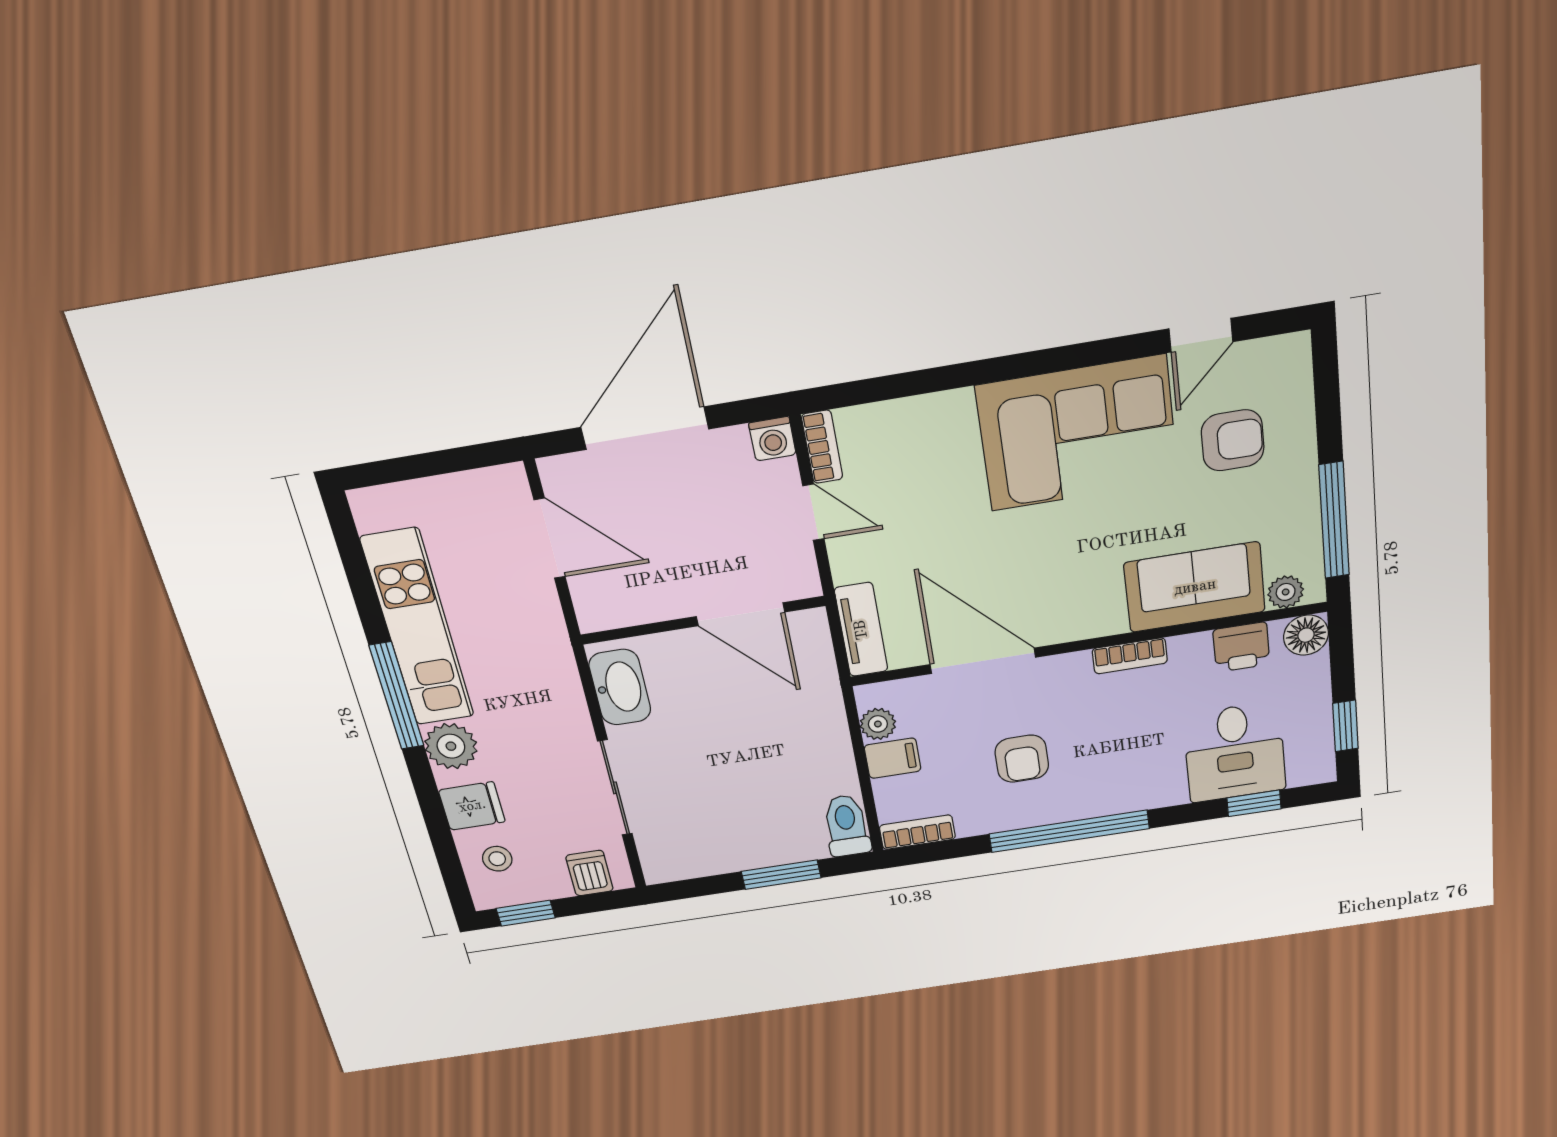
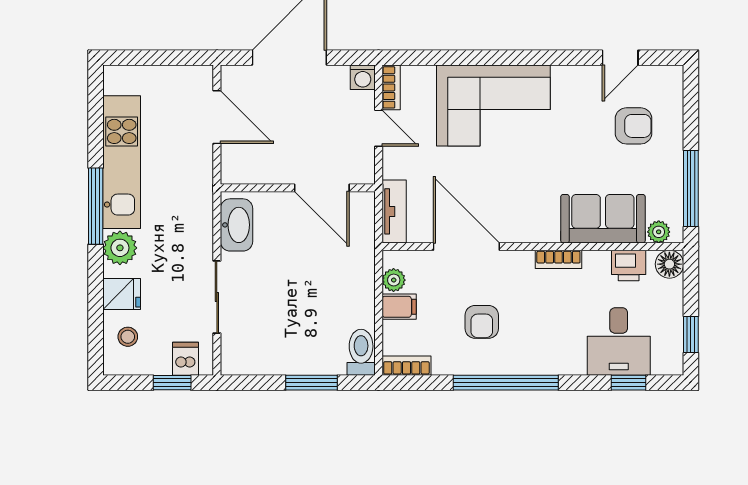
corner sofa: (1078, 434) -> (493, 106), moved
window: (526, 913) -> (172, 383), moved

